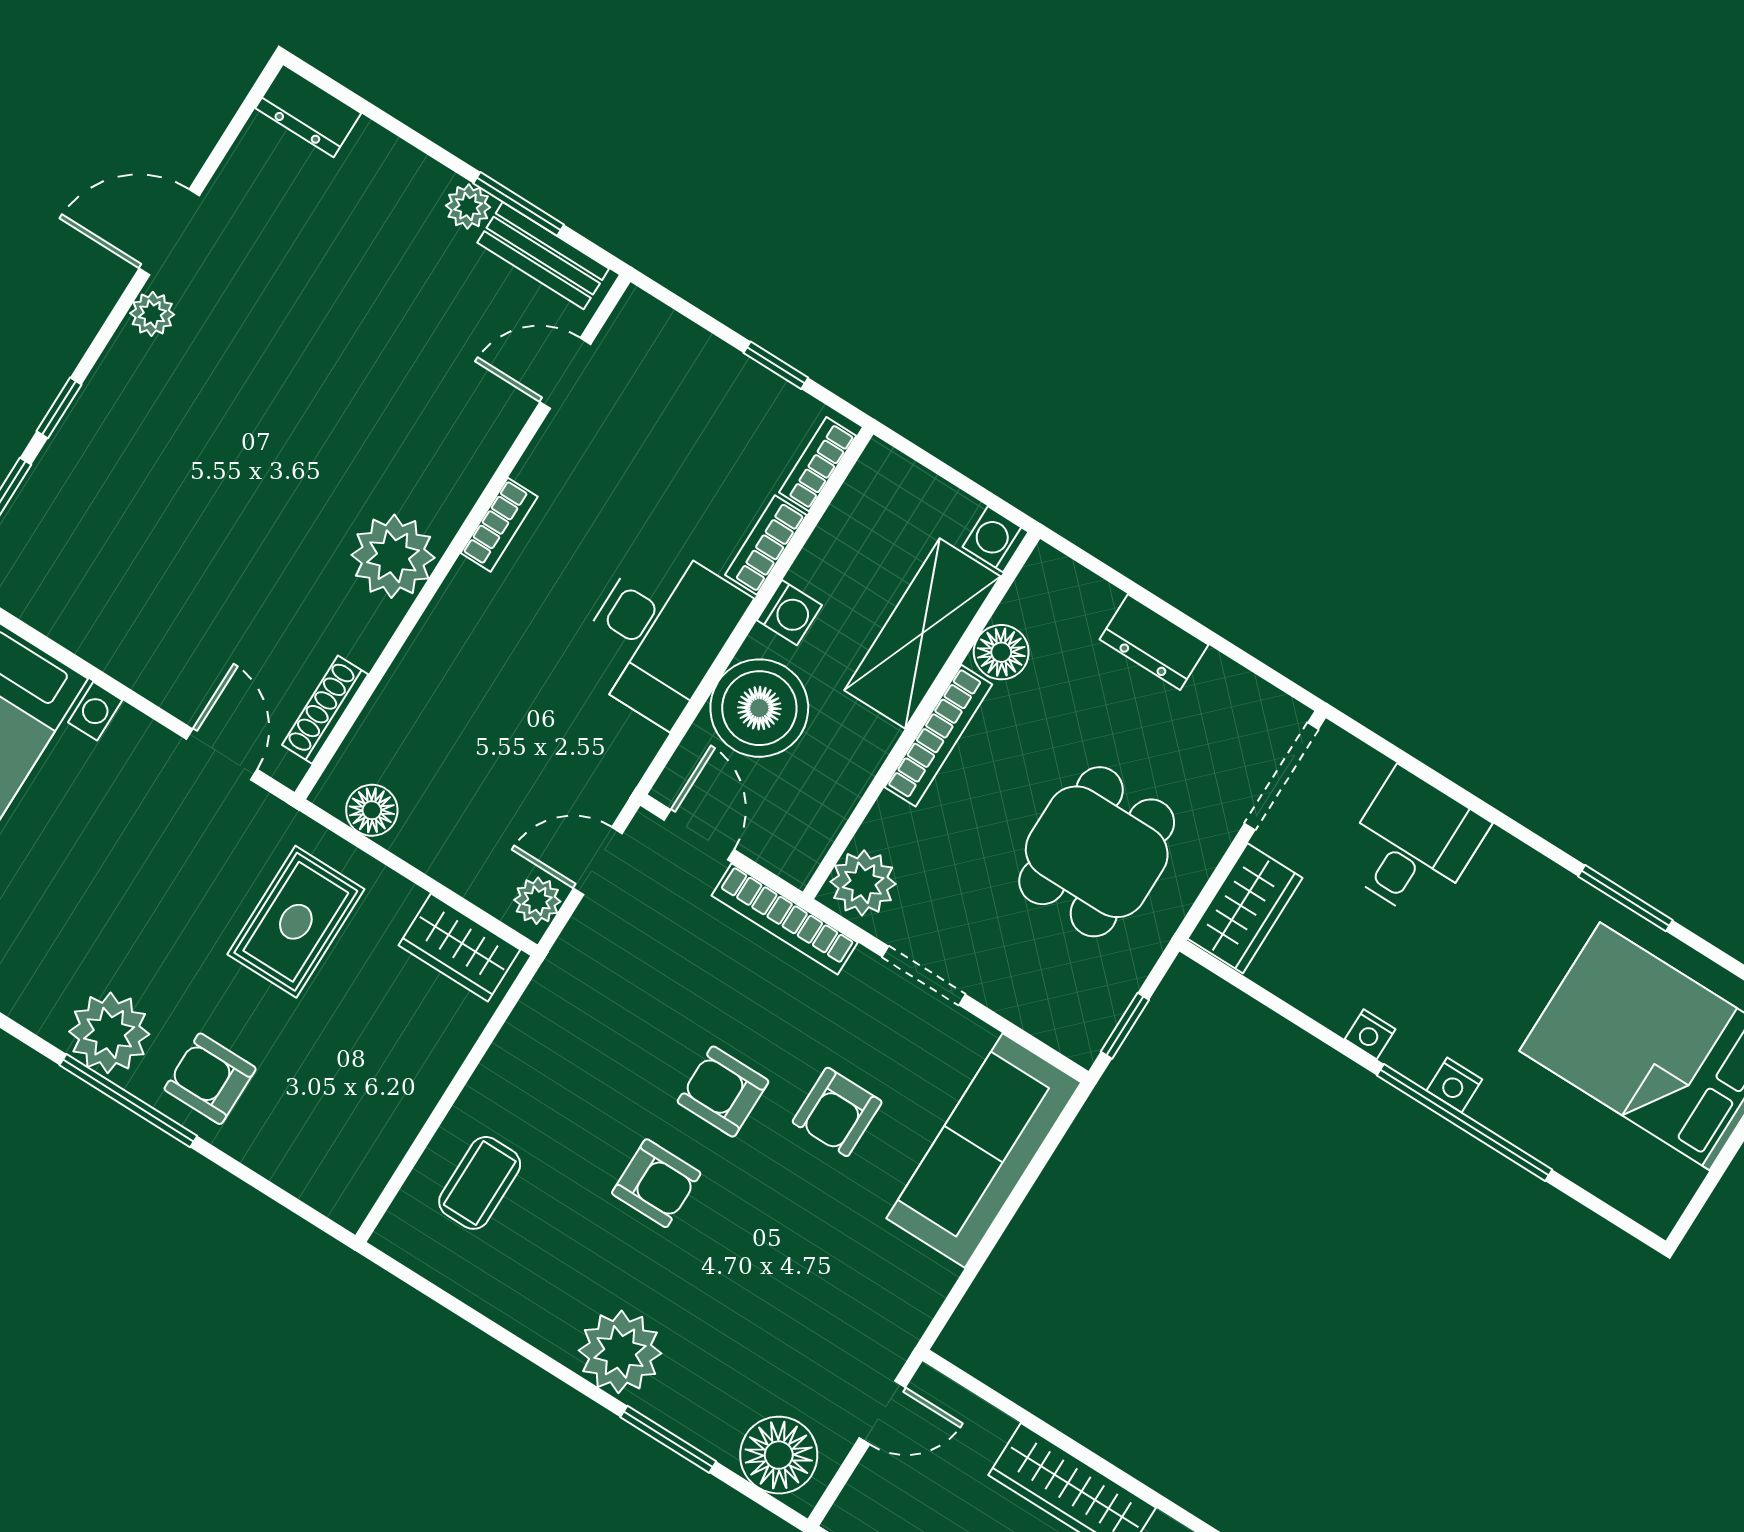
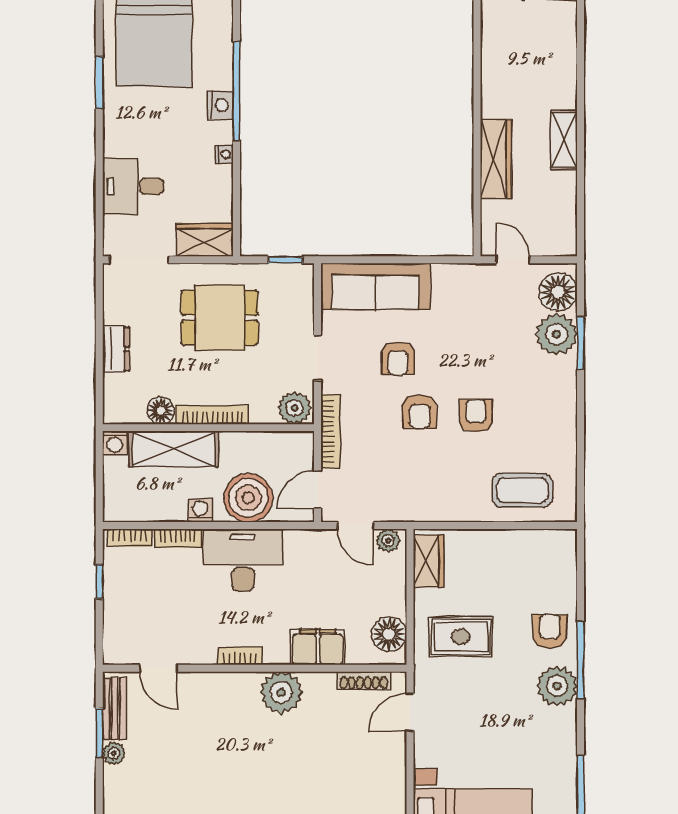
filing cabinet: (431, 667) -> (318, 647), added
floor lamp: (372, 810) -> (389, 634), width x1.38, depth x1.38
armchair: (210, 1079) -> (550, 631), turned 180
nightstand: (1454, 1085) -> (220, 105), width x1.39, depth x1.35
armchair: (837, 1112) -> (398, 358), turned 90
coffee table: (480, 1183) -> (522, 490), width x1.36, depth x1.30
plant: (620, 1352) -> (557, 334), moved

